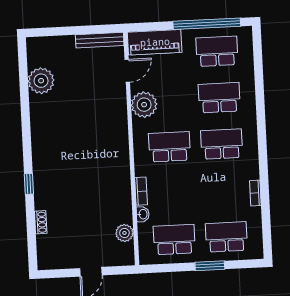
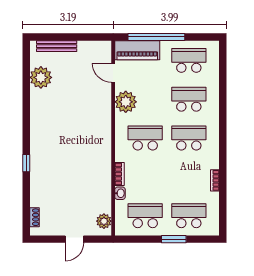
window: (207, 24) -> (156, 37), moved
bench: (100, 40) -> (57, 46), moved
door: (127, 71) -> (113, 73), swing flipped
shoe rack: (41, 222) -> (34, 217), moved
plant: (124, 233) -> (104, 221), moved

